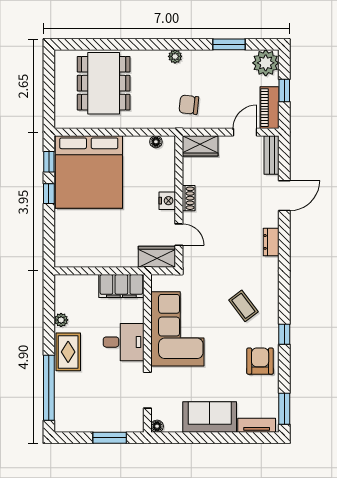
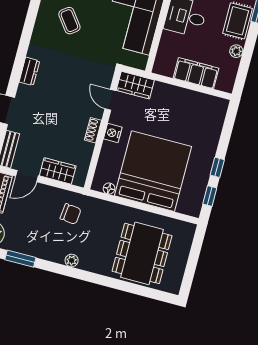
wardrobe: (200, 146) -> (58, 171), moved
bed: (89, 172) -> (153, 171), moved
filing cabinet: (121, 286) -> (196, 73), moved

